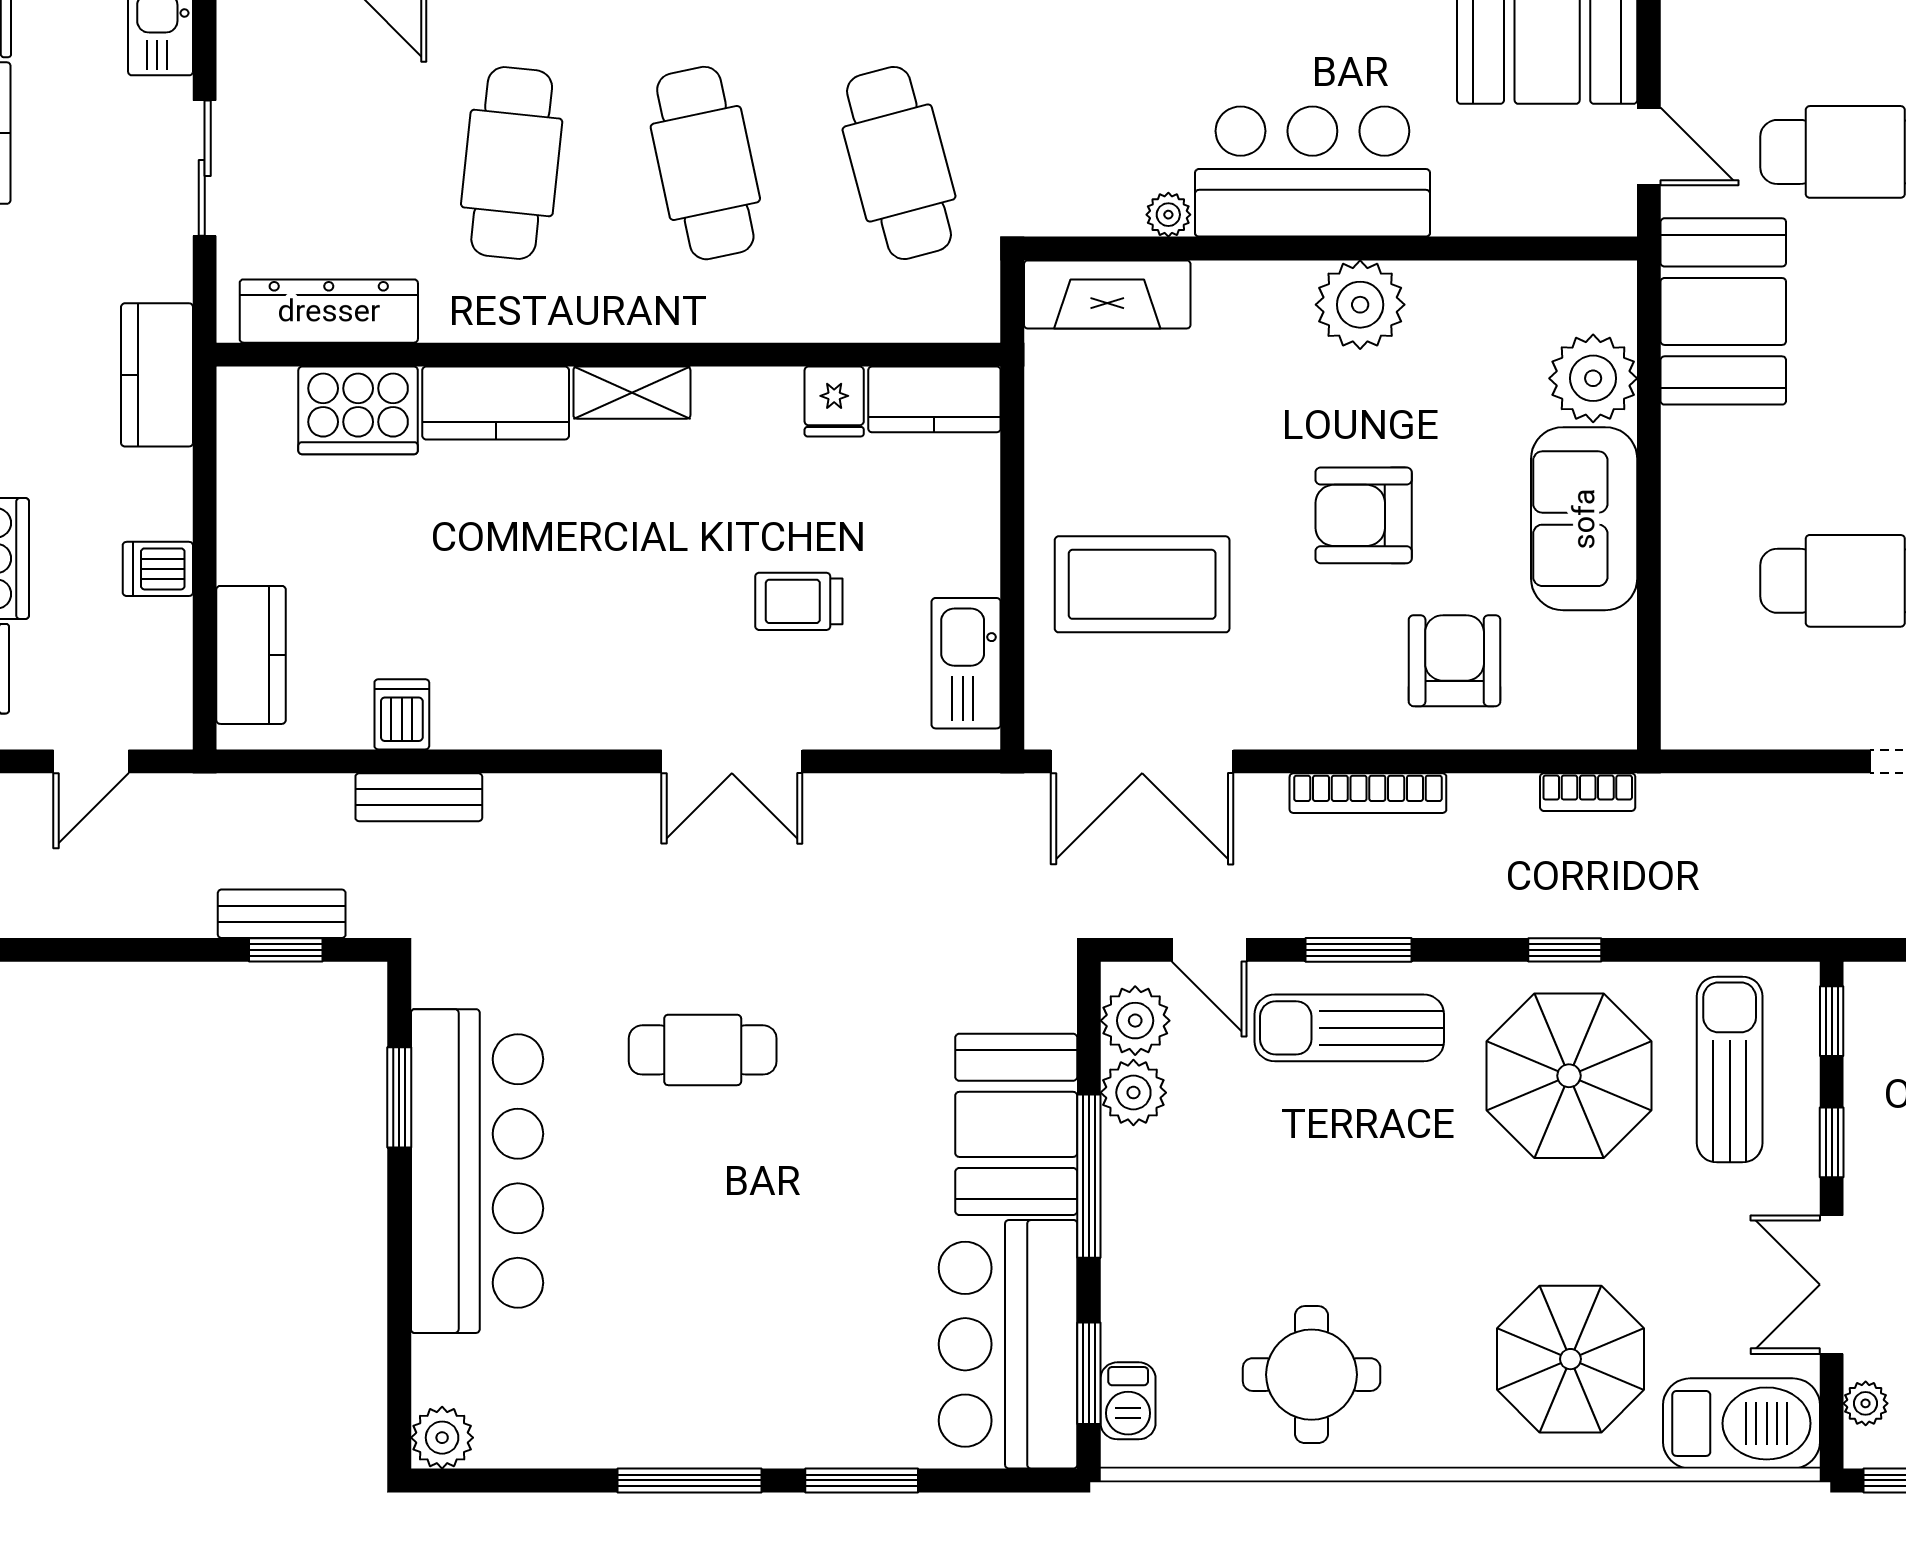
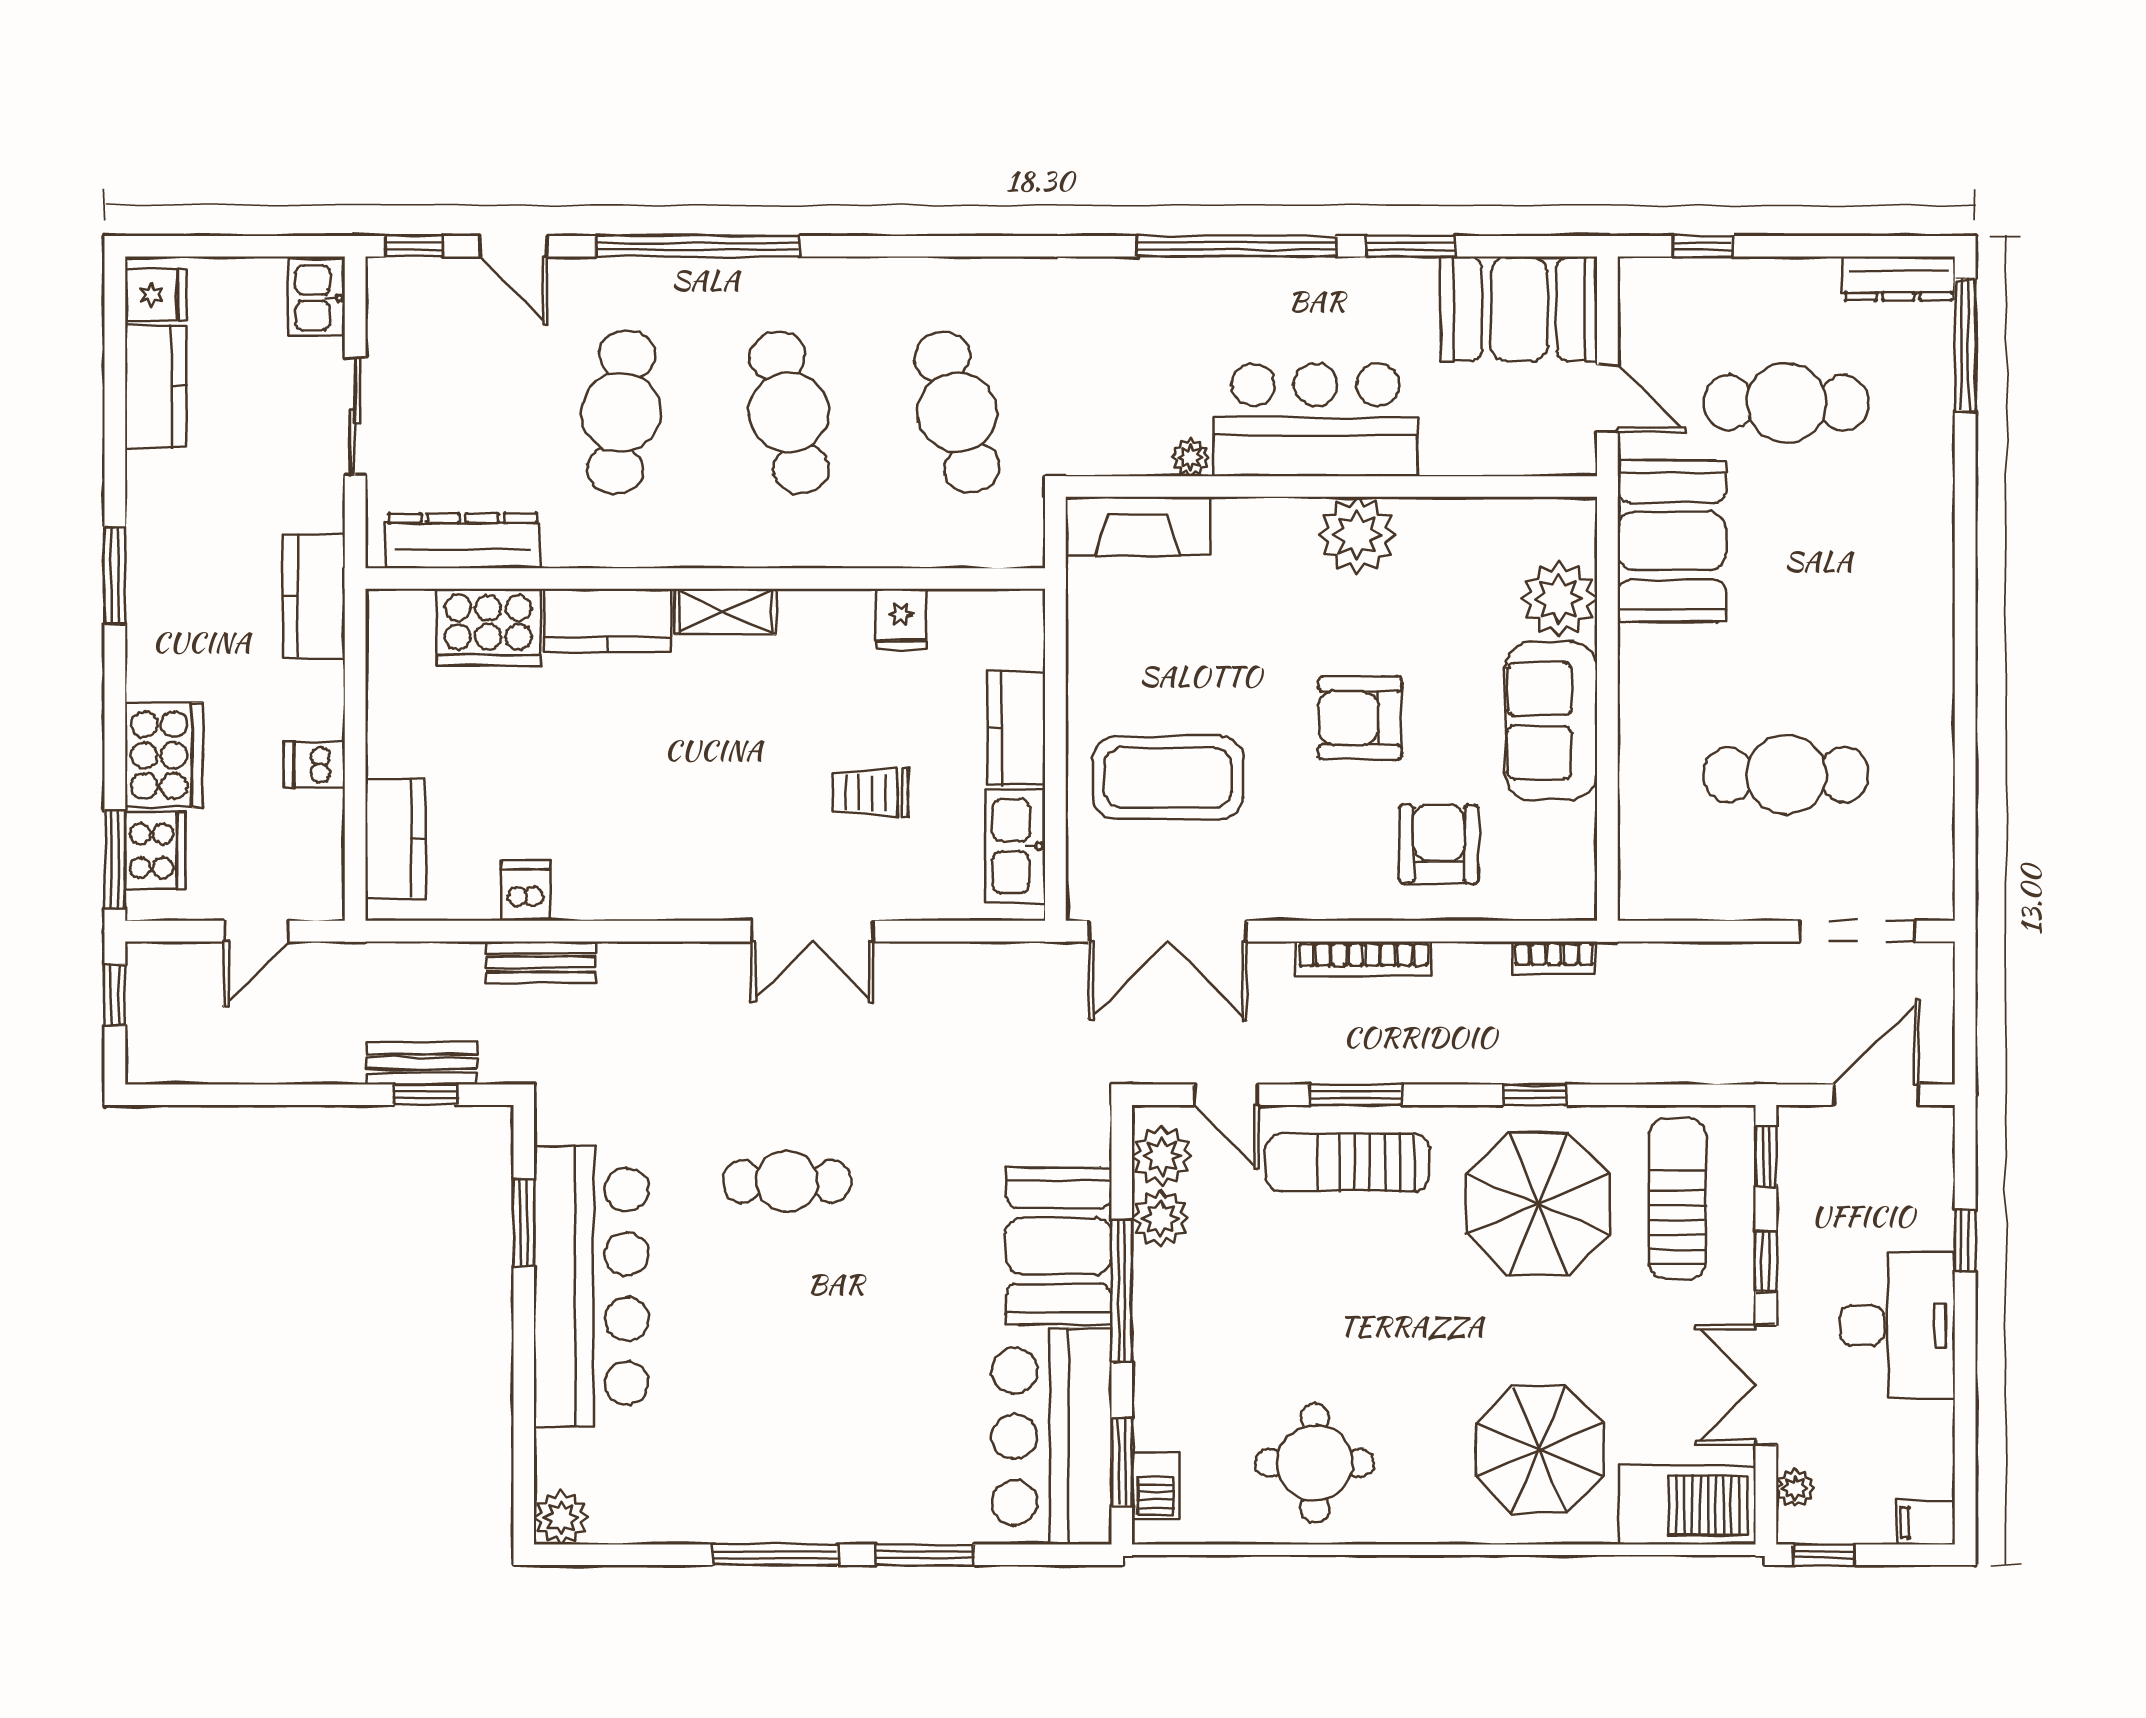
kitchen counter: (934, 399) -> (1016, 728), moved, turned 90

